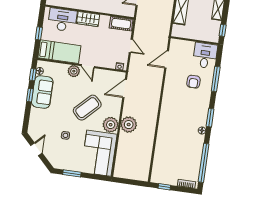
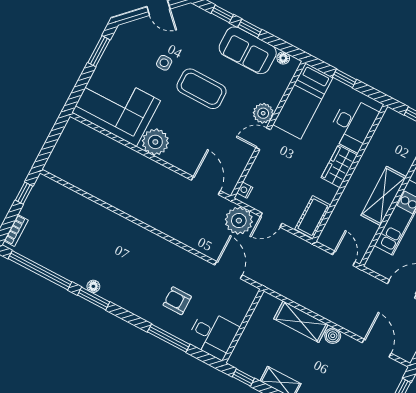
window: (33, 75) -> (222, 14), moved
coffee table: (87, 108) -> (201, 89), moved, turned -45
window: (210, 118) -> (94, 299), moved
plant: (129, 125) -> (239, 221), moved

